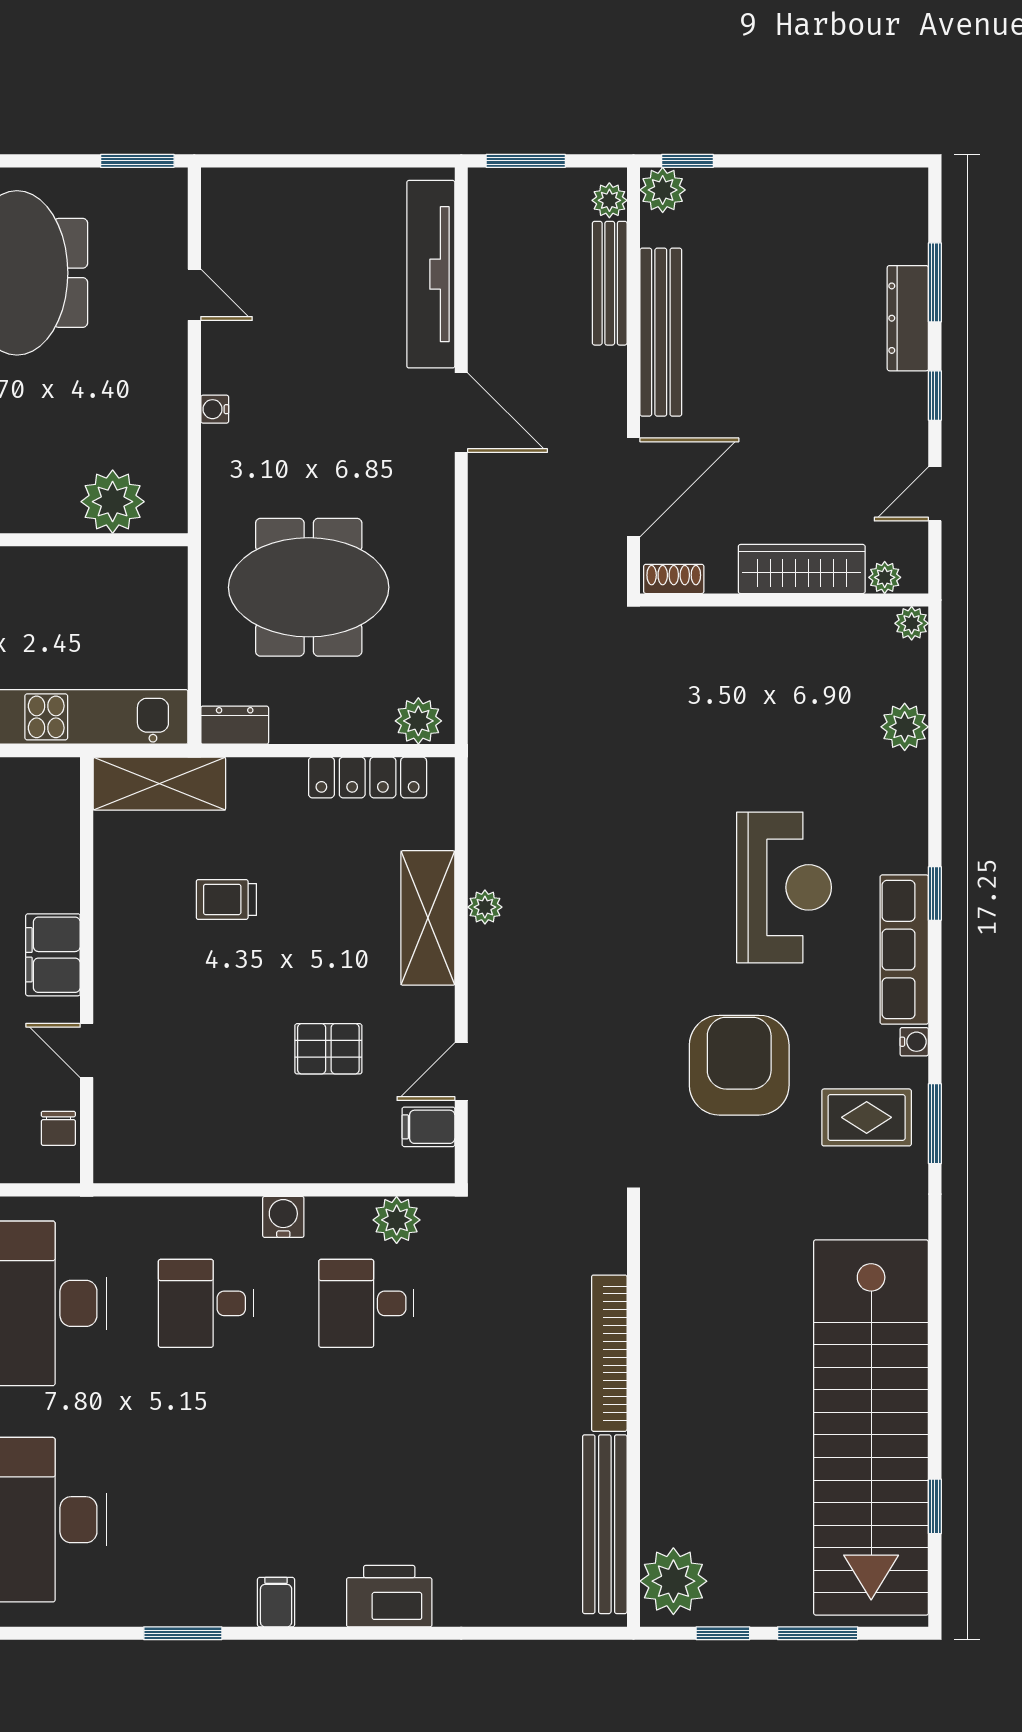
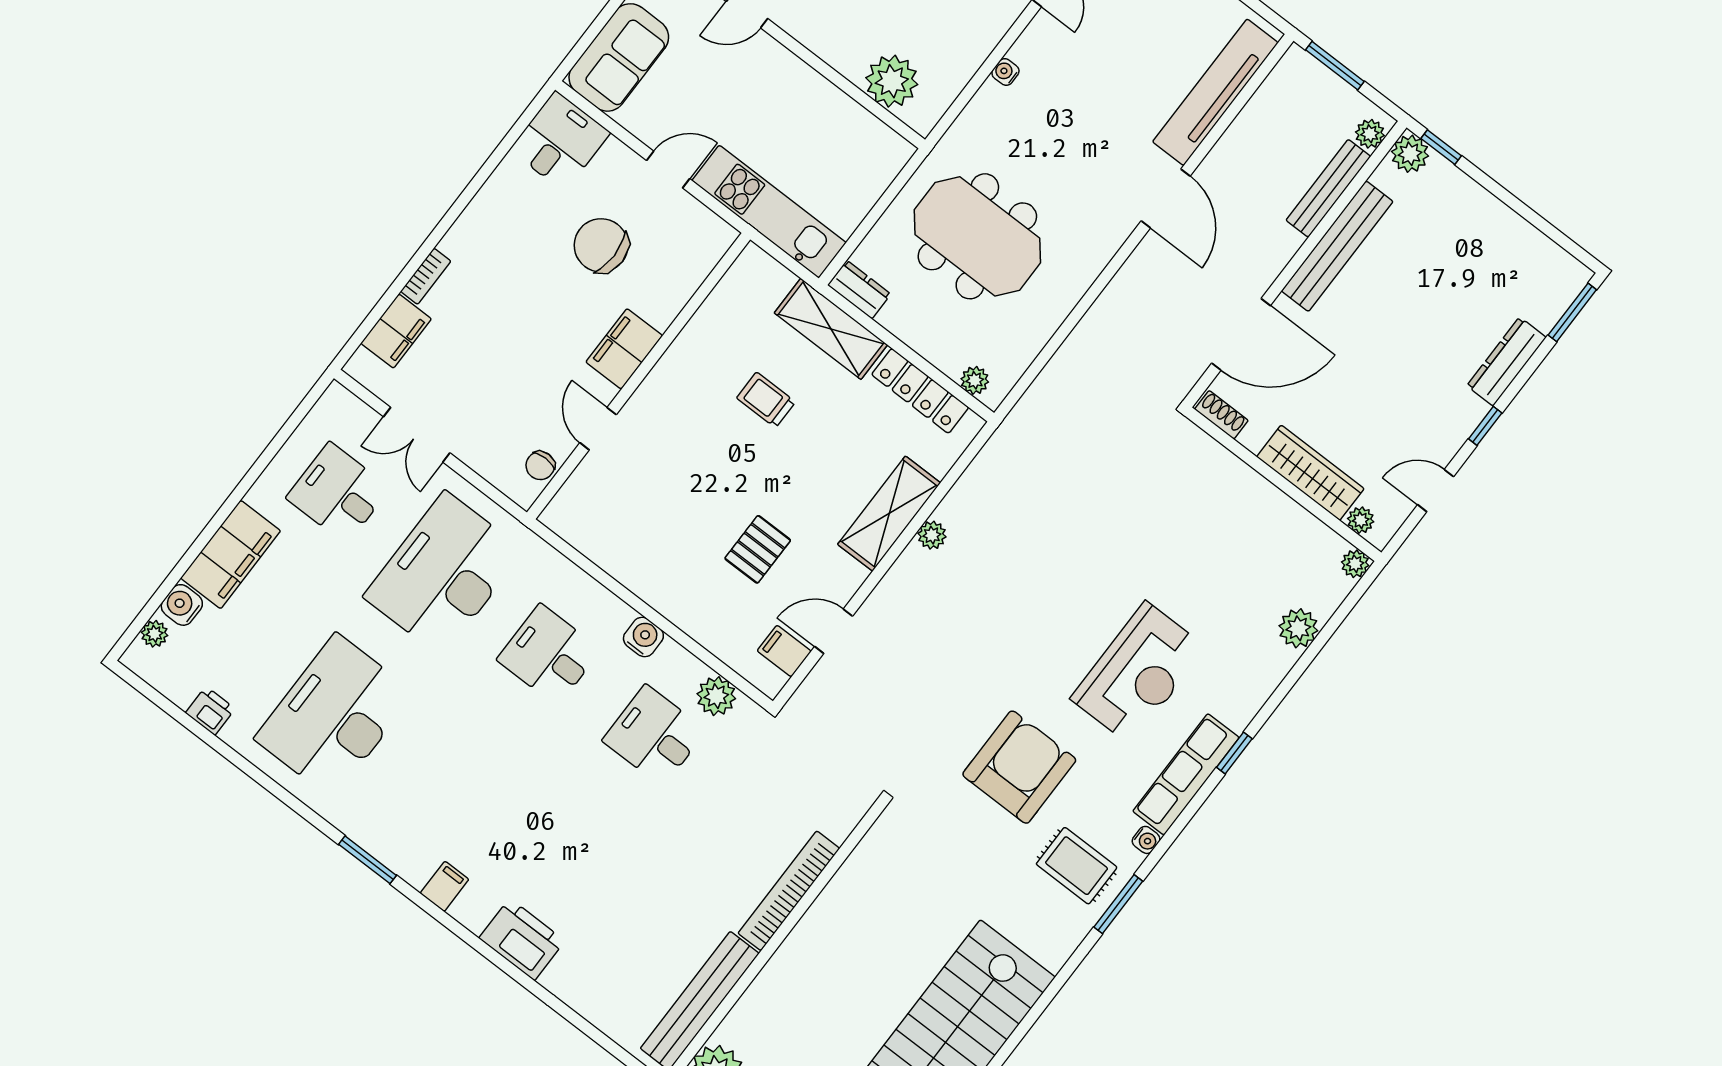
window: (935, 282) -> (1572, 312), moved
plant: (418, 721) -> (975, 380), width x0.73, depth x0.73
shelving: (159, 784) -> (831, 329), moved
pallet: (328, 1049) -> (758, 549), turned 90

